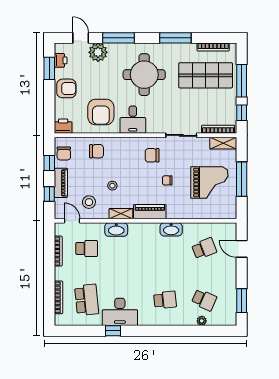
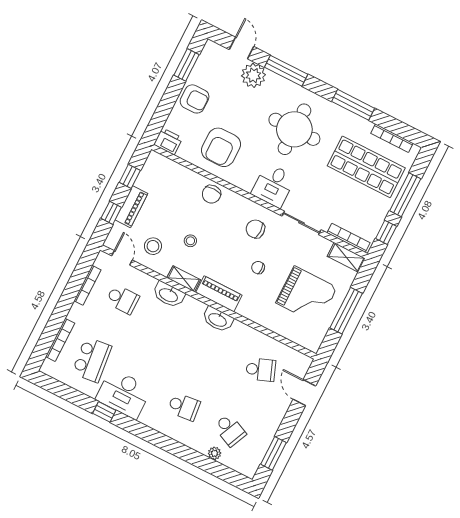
printer: (61, 60) -> (205, 62), removed
desk: (133, 120) -> (273, 185), moved
chair: (97, 151) -> (211, 194), moved, turned 90
chair: (64, 153) -> (153, 174), removed
washbasin: (171, 229) -> (218, 319), moved

